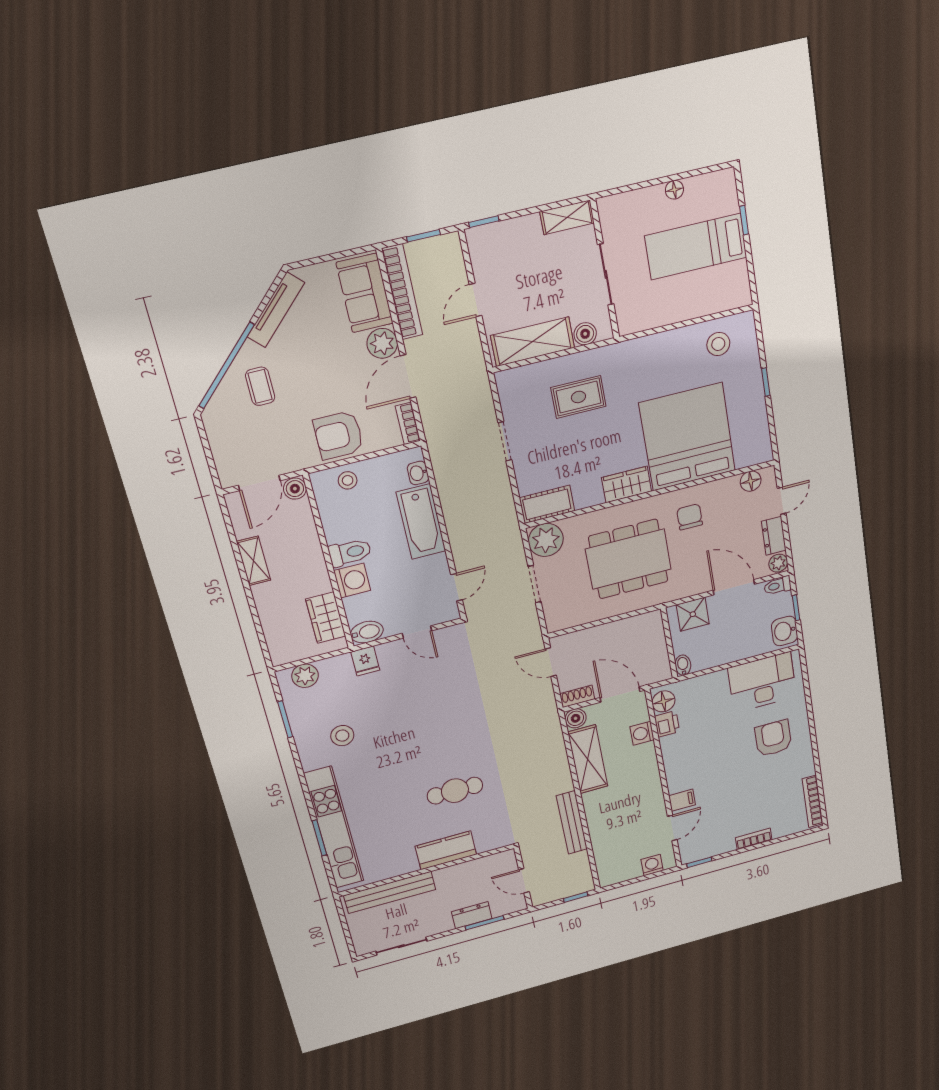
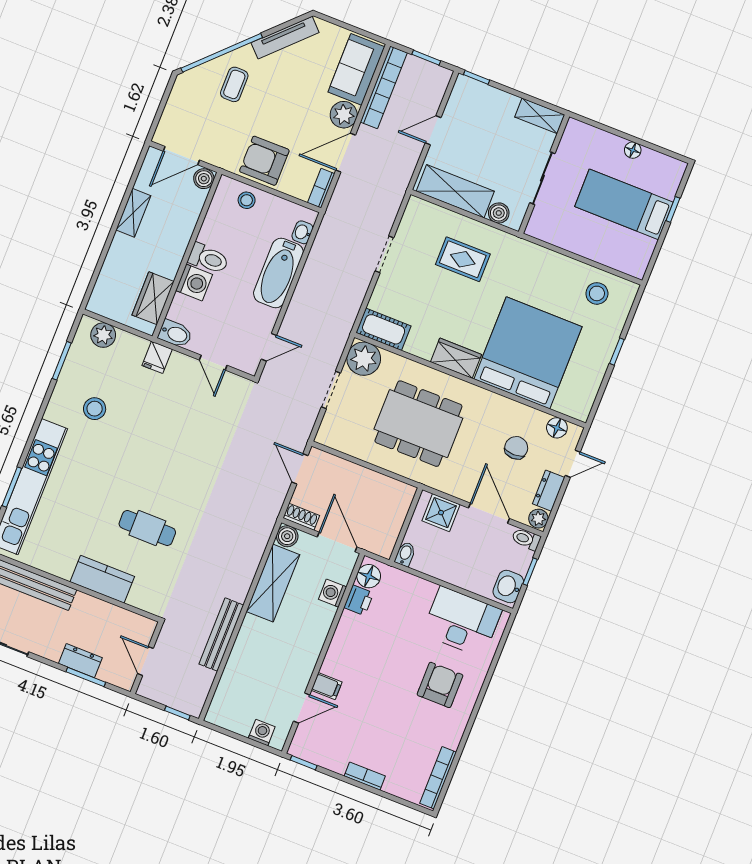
chair: (690, 517) -> (516, 448), moved

